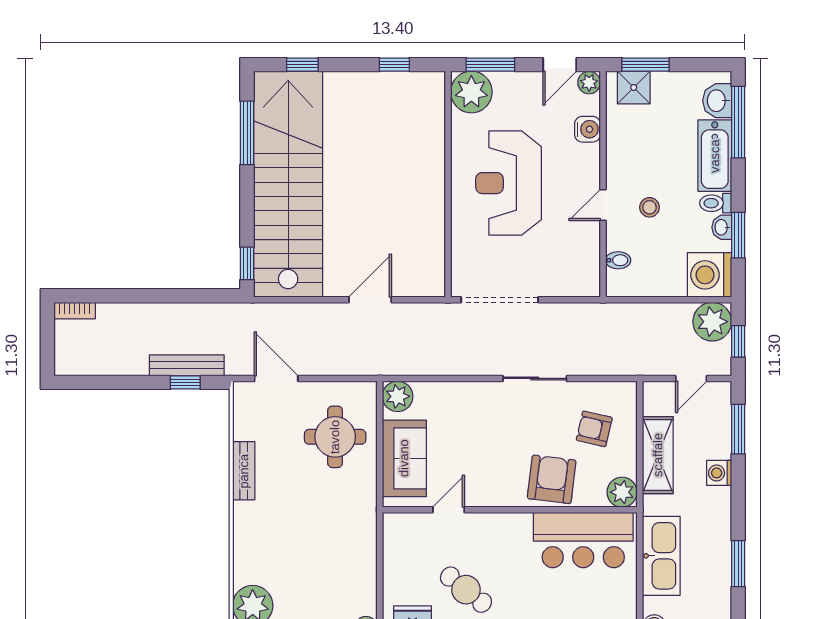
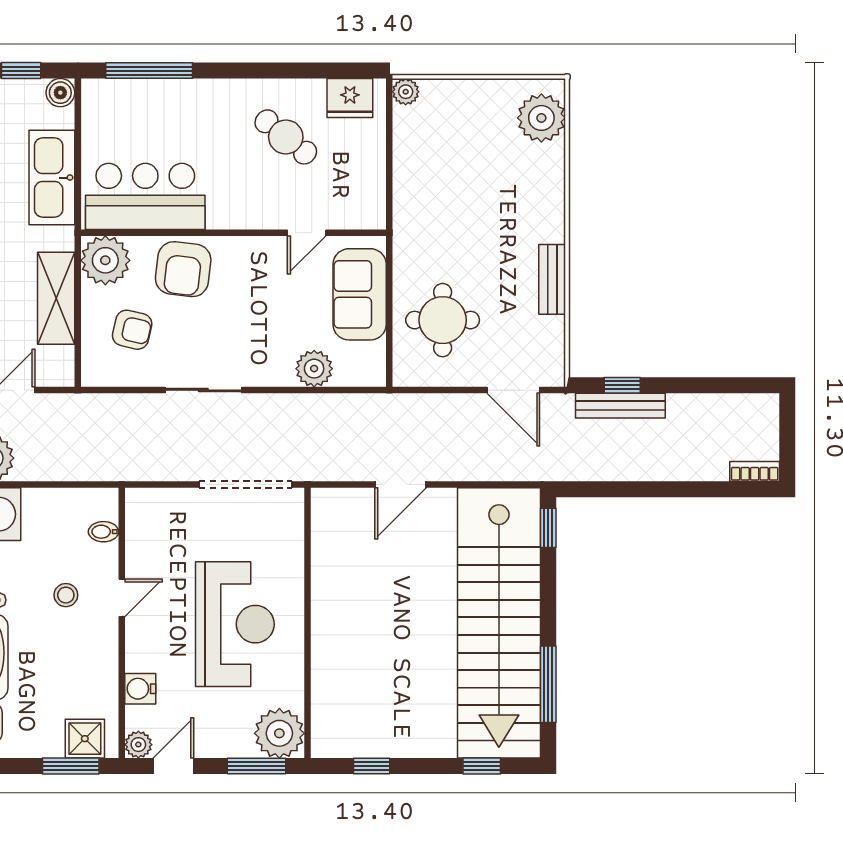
plant: (398, 396) -> (314, 369), moved
plant: (622, 492) -> (105, 260), width x1.36, depth x1.36

